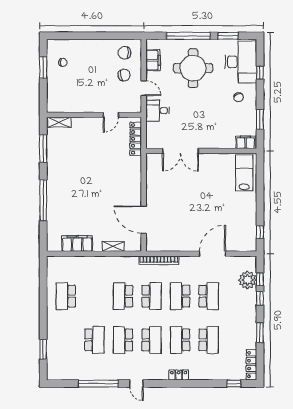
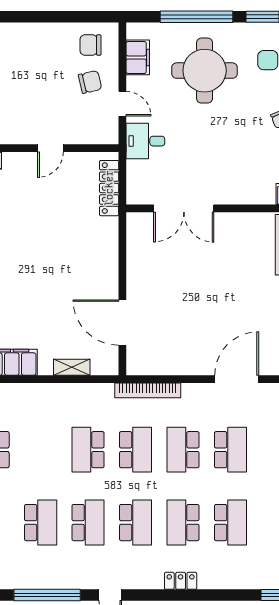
door: (111, 115) -> (50, 148), moved
school desk: (123, 340) -> (88, 523), turned 180

